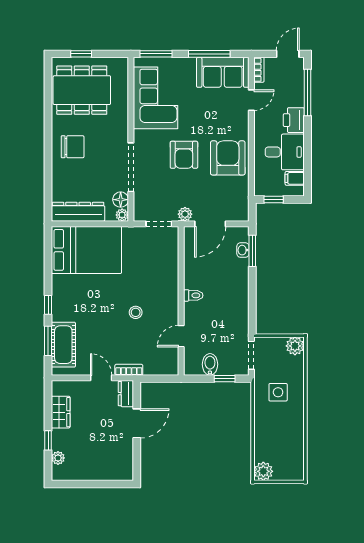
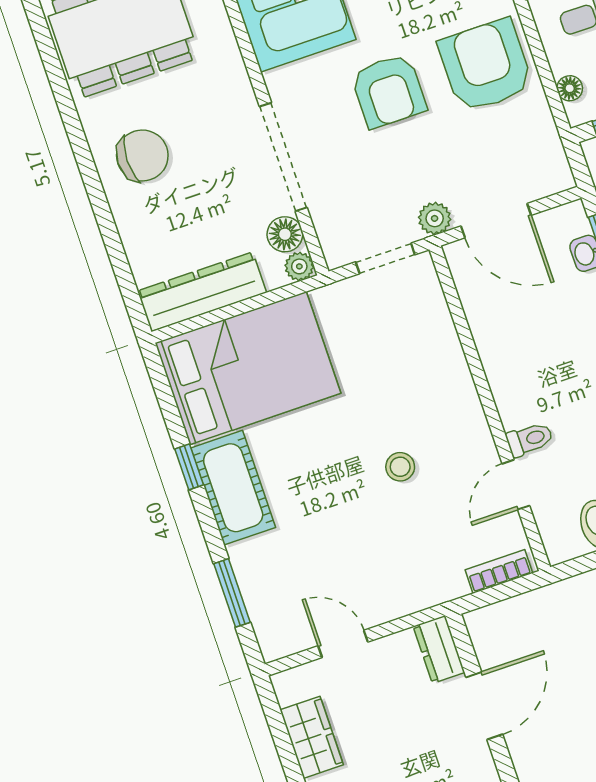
floor lamp: (259, 179) -> (570, 88), added
door: (210, 224) -> (496, 221), hinge flipped
toilet: (193, 295) -> (530, 439), moved
window: (48, 305) -> (189, 467), moved
cot: (63, 345) -> (233, 488), moved
bookcase: (129, 370) -> (499, 571), moved
door: (101, 378) -> (343, 644), moved

